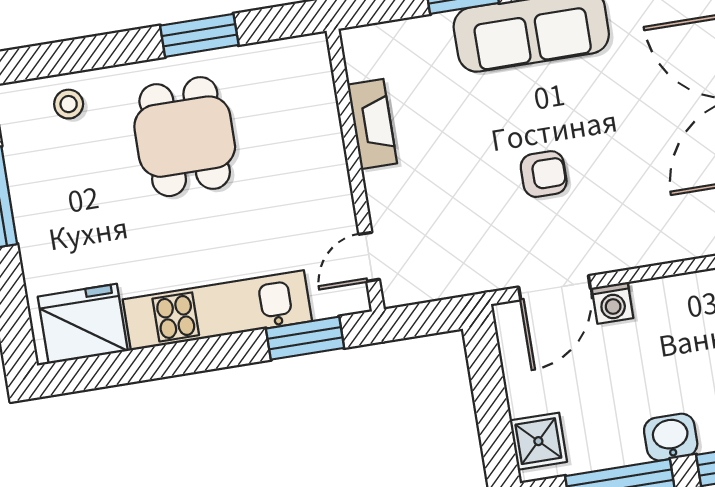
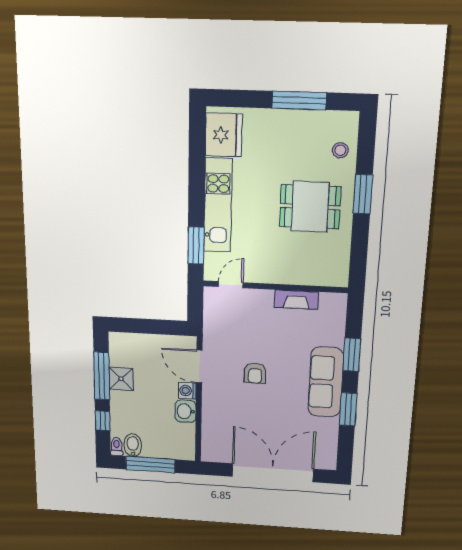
window: (199, 35) -> (363, 194), moved
door: (369, 257) -> (231, 285), hinge flipped
washbasin: (671, 437) -> (186, 411), moved, turned 180
shower: (538, 441) -> (121, 379), moved

